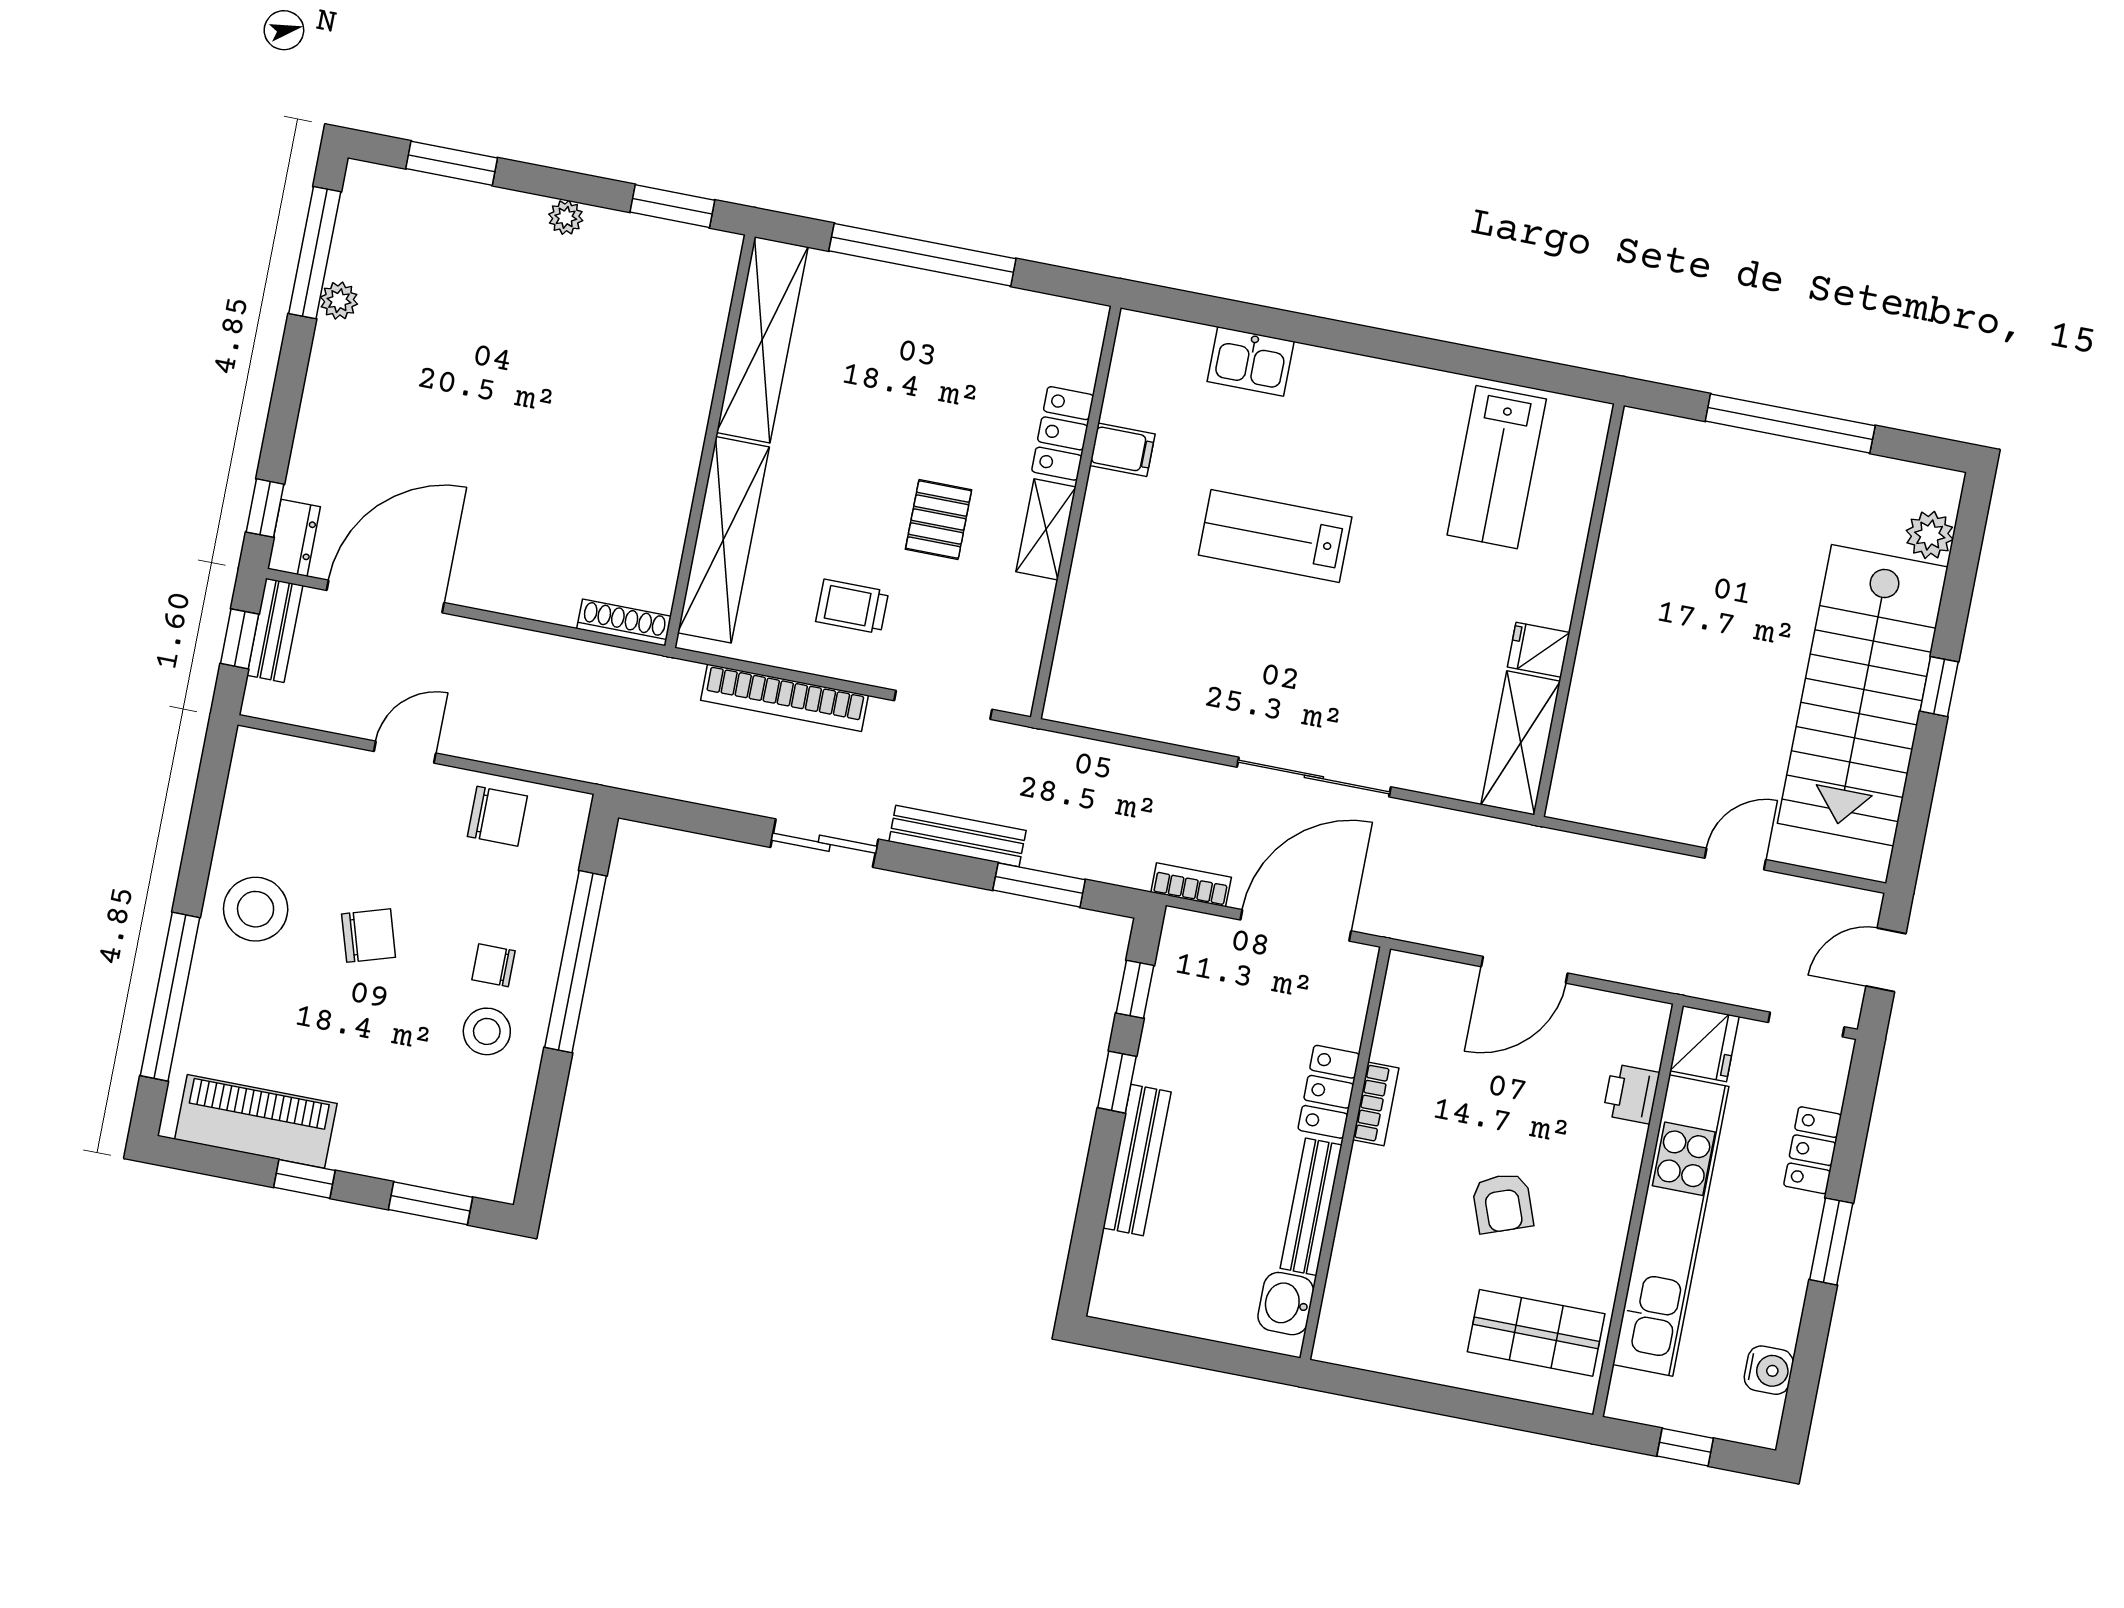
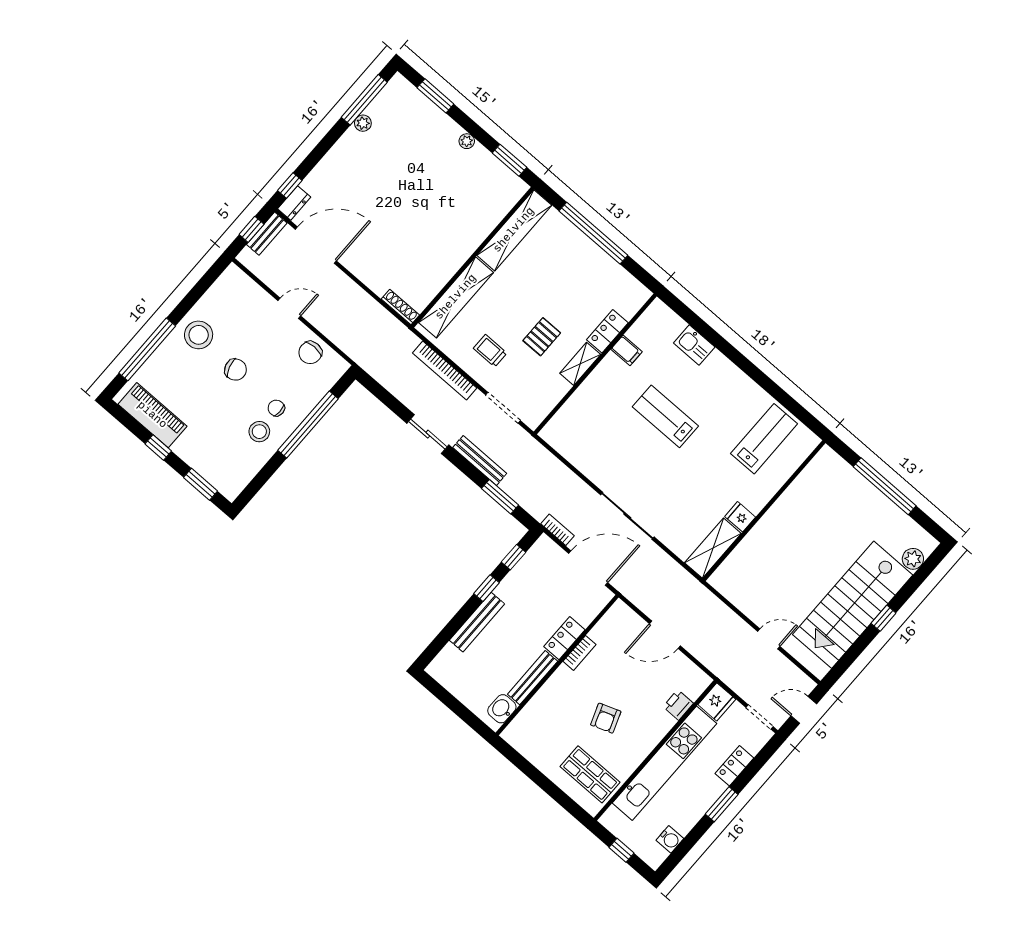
lab bench: (1497, 467) -> (764, 439), turned 180
chair: (497, 816) -> (310, 353), turned 90

